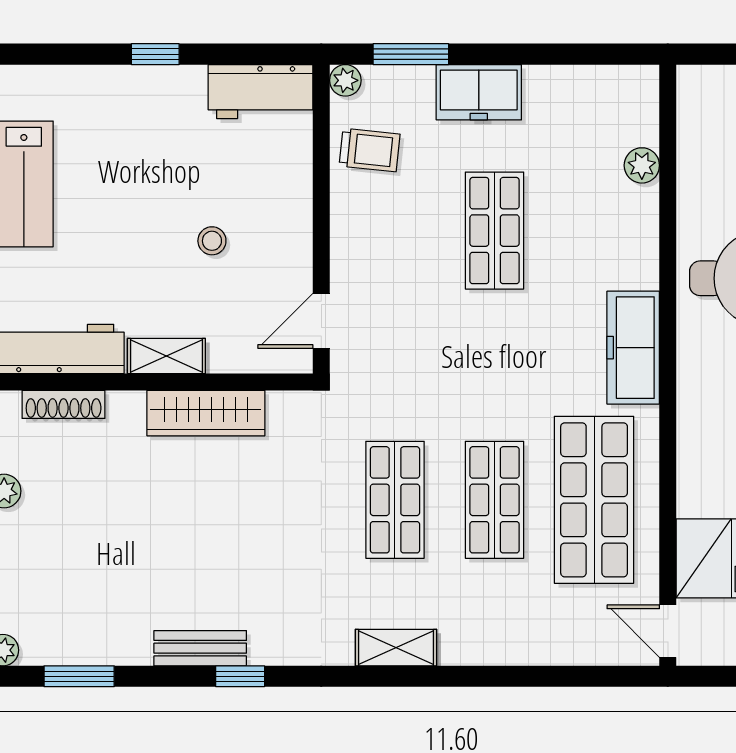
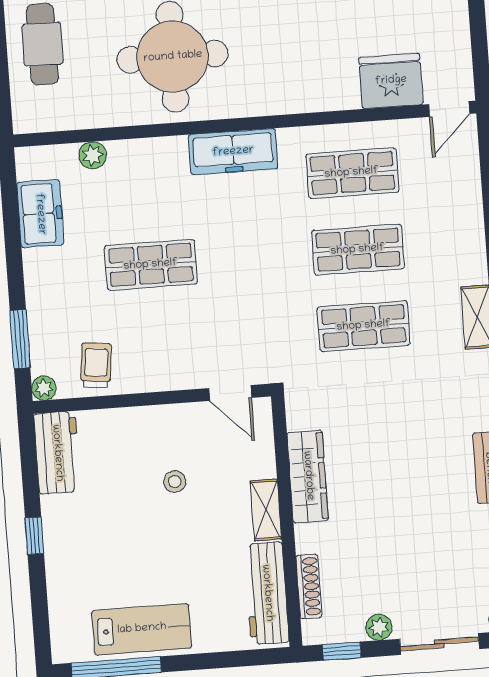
freezer: (479, 92) -> (40, 214), moved
shop shelf: (594, 500) -> (352, 173), width x0.70, depth x0.74

